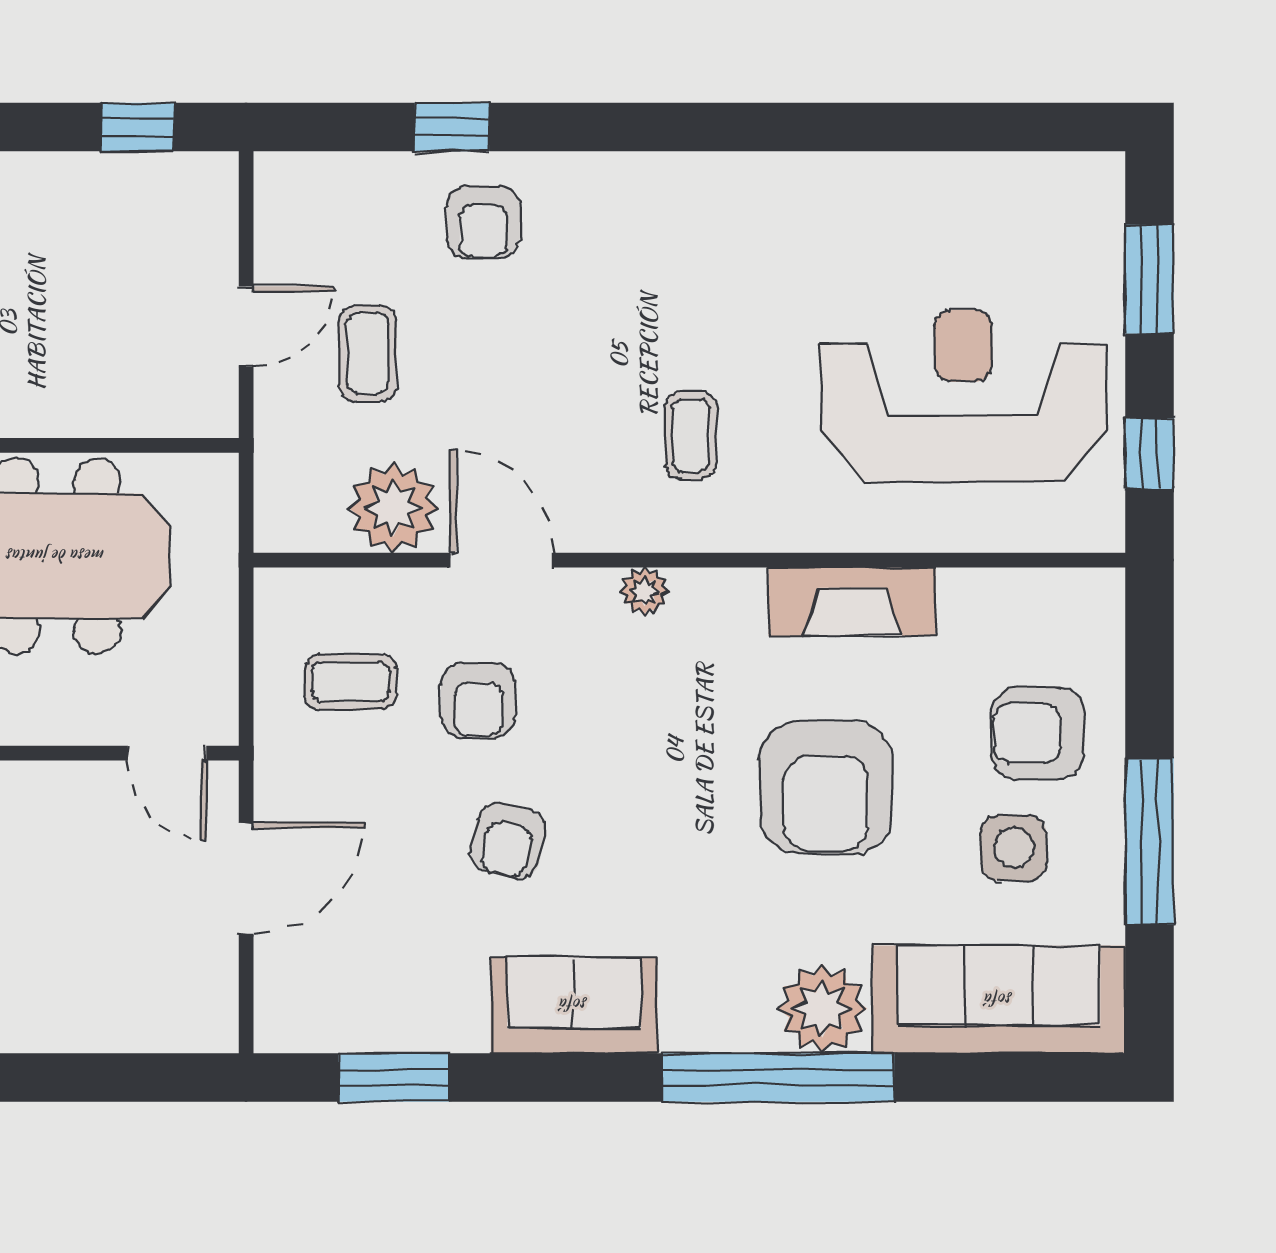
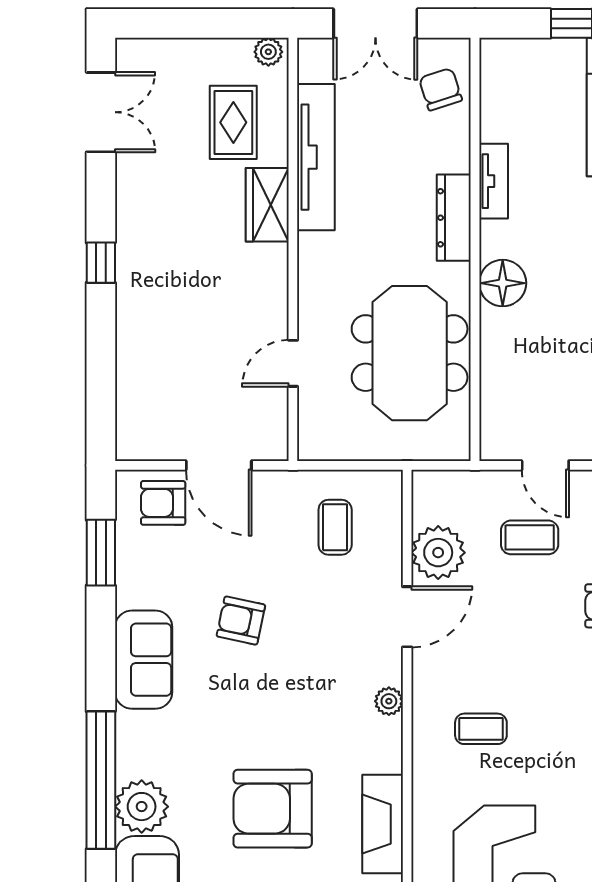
armchair: (478, 700) -> (163, 503), moved
door: (167, 753) -> (293, 363), moved

